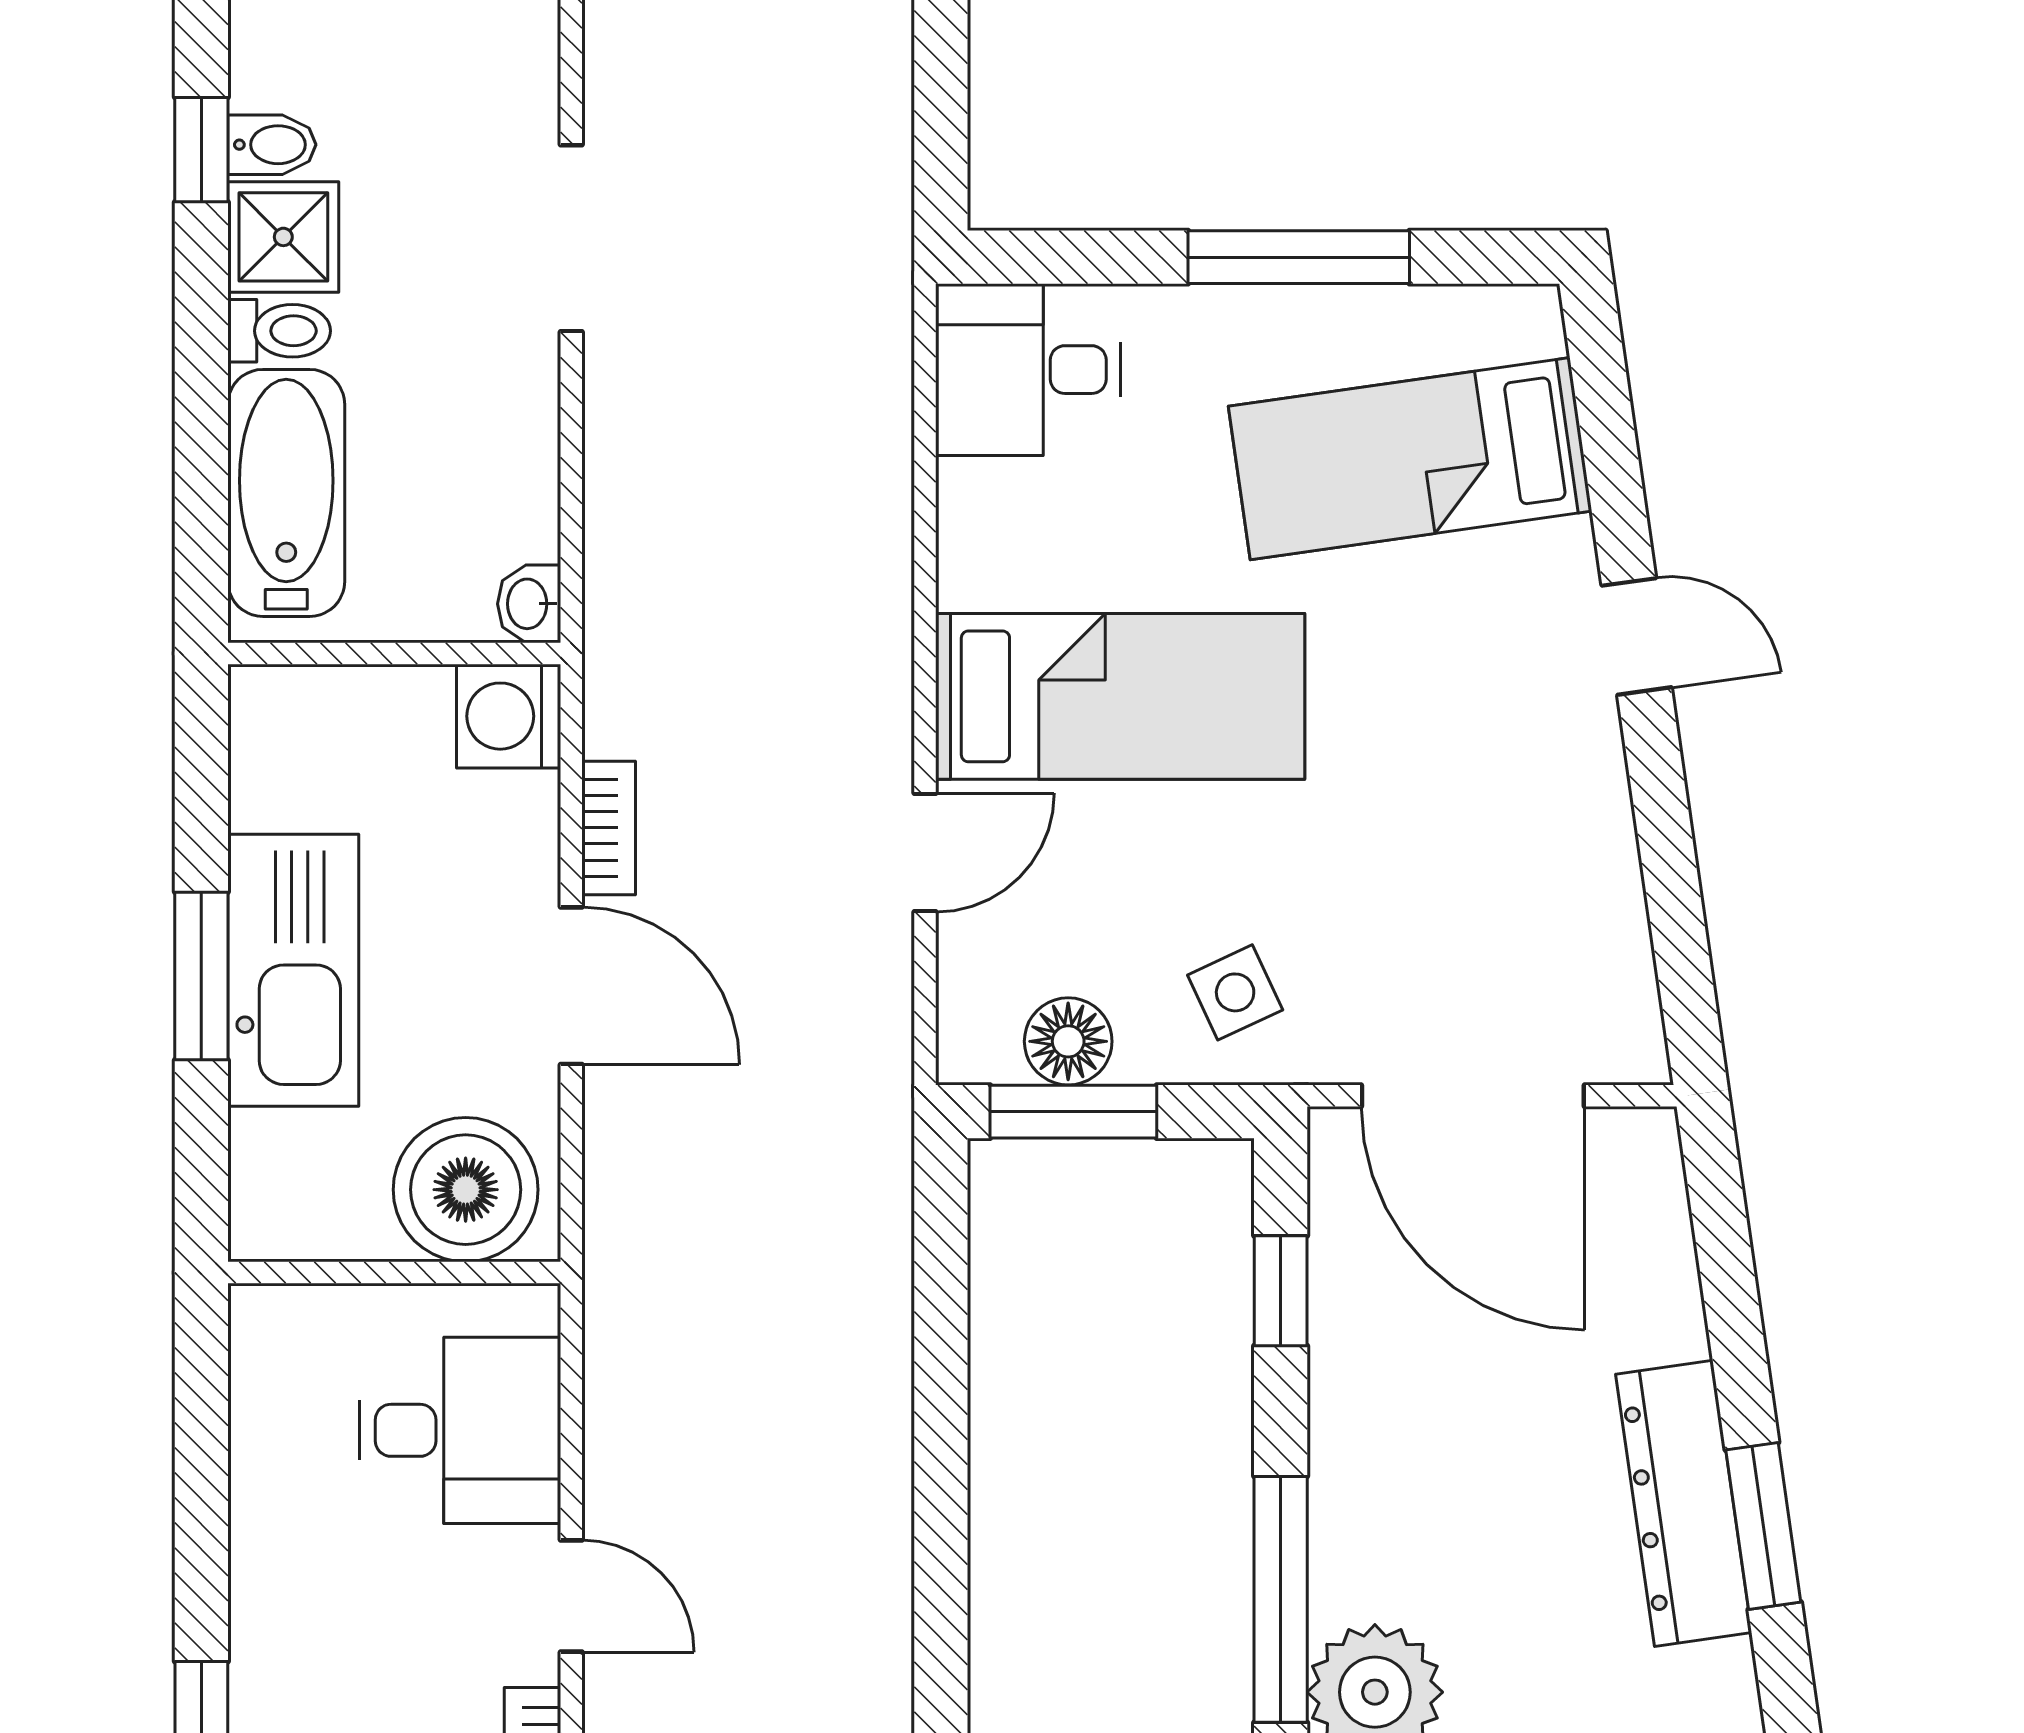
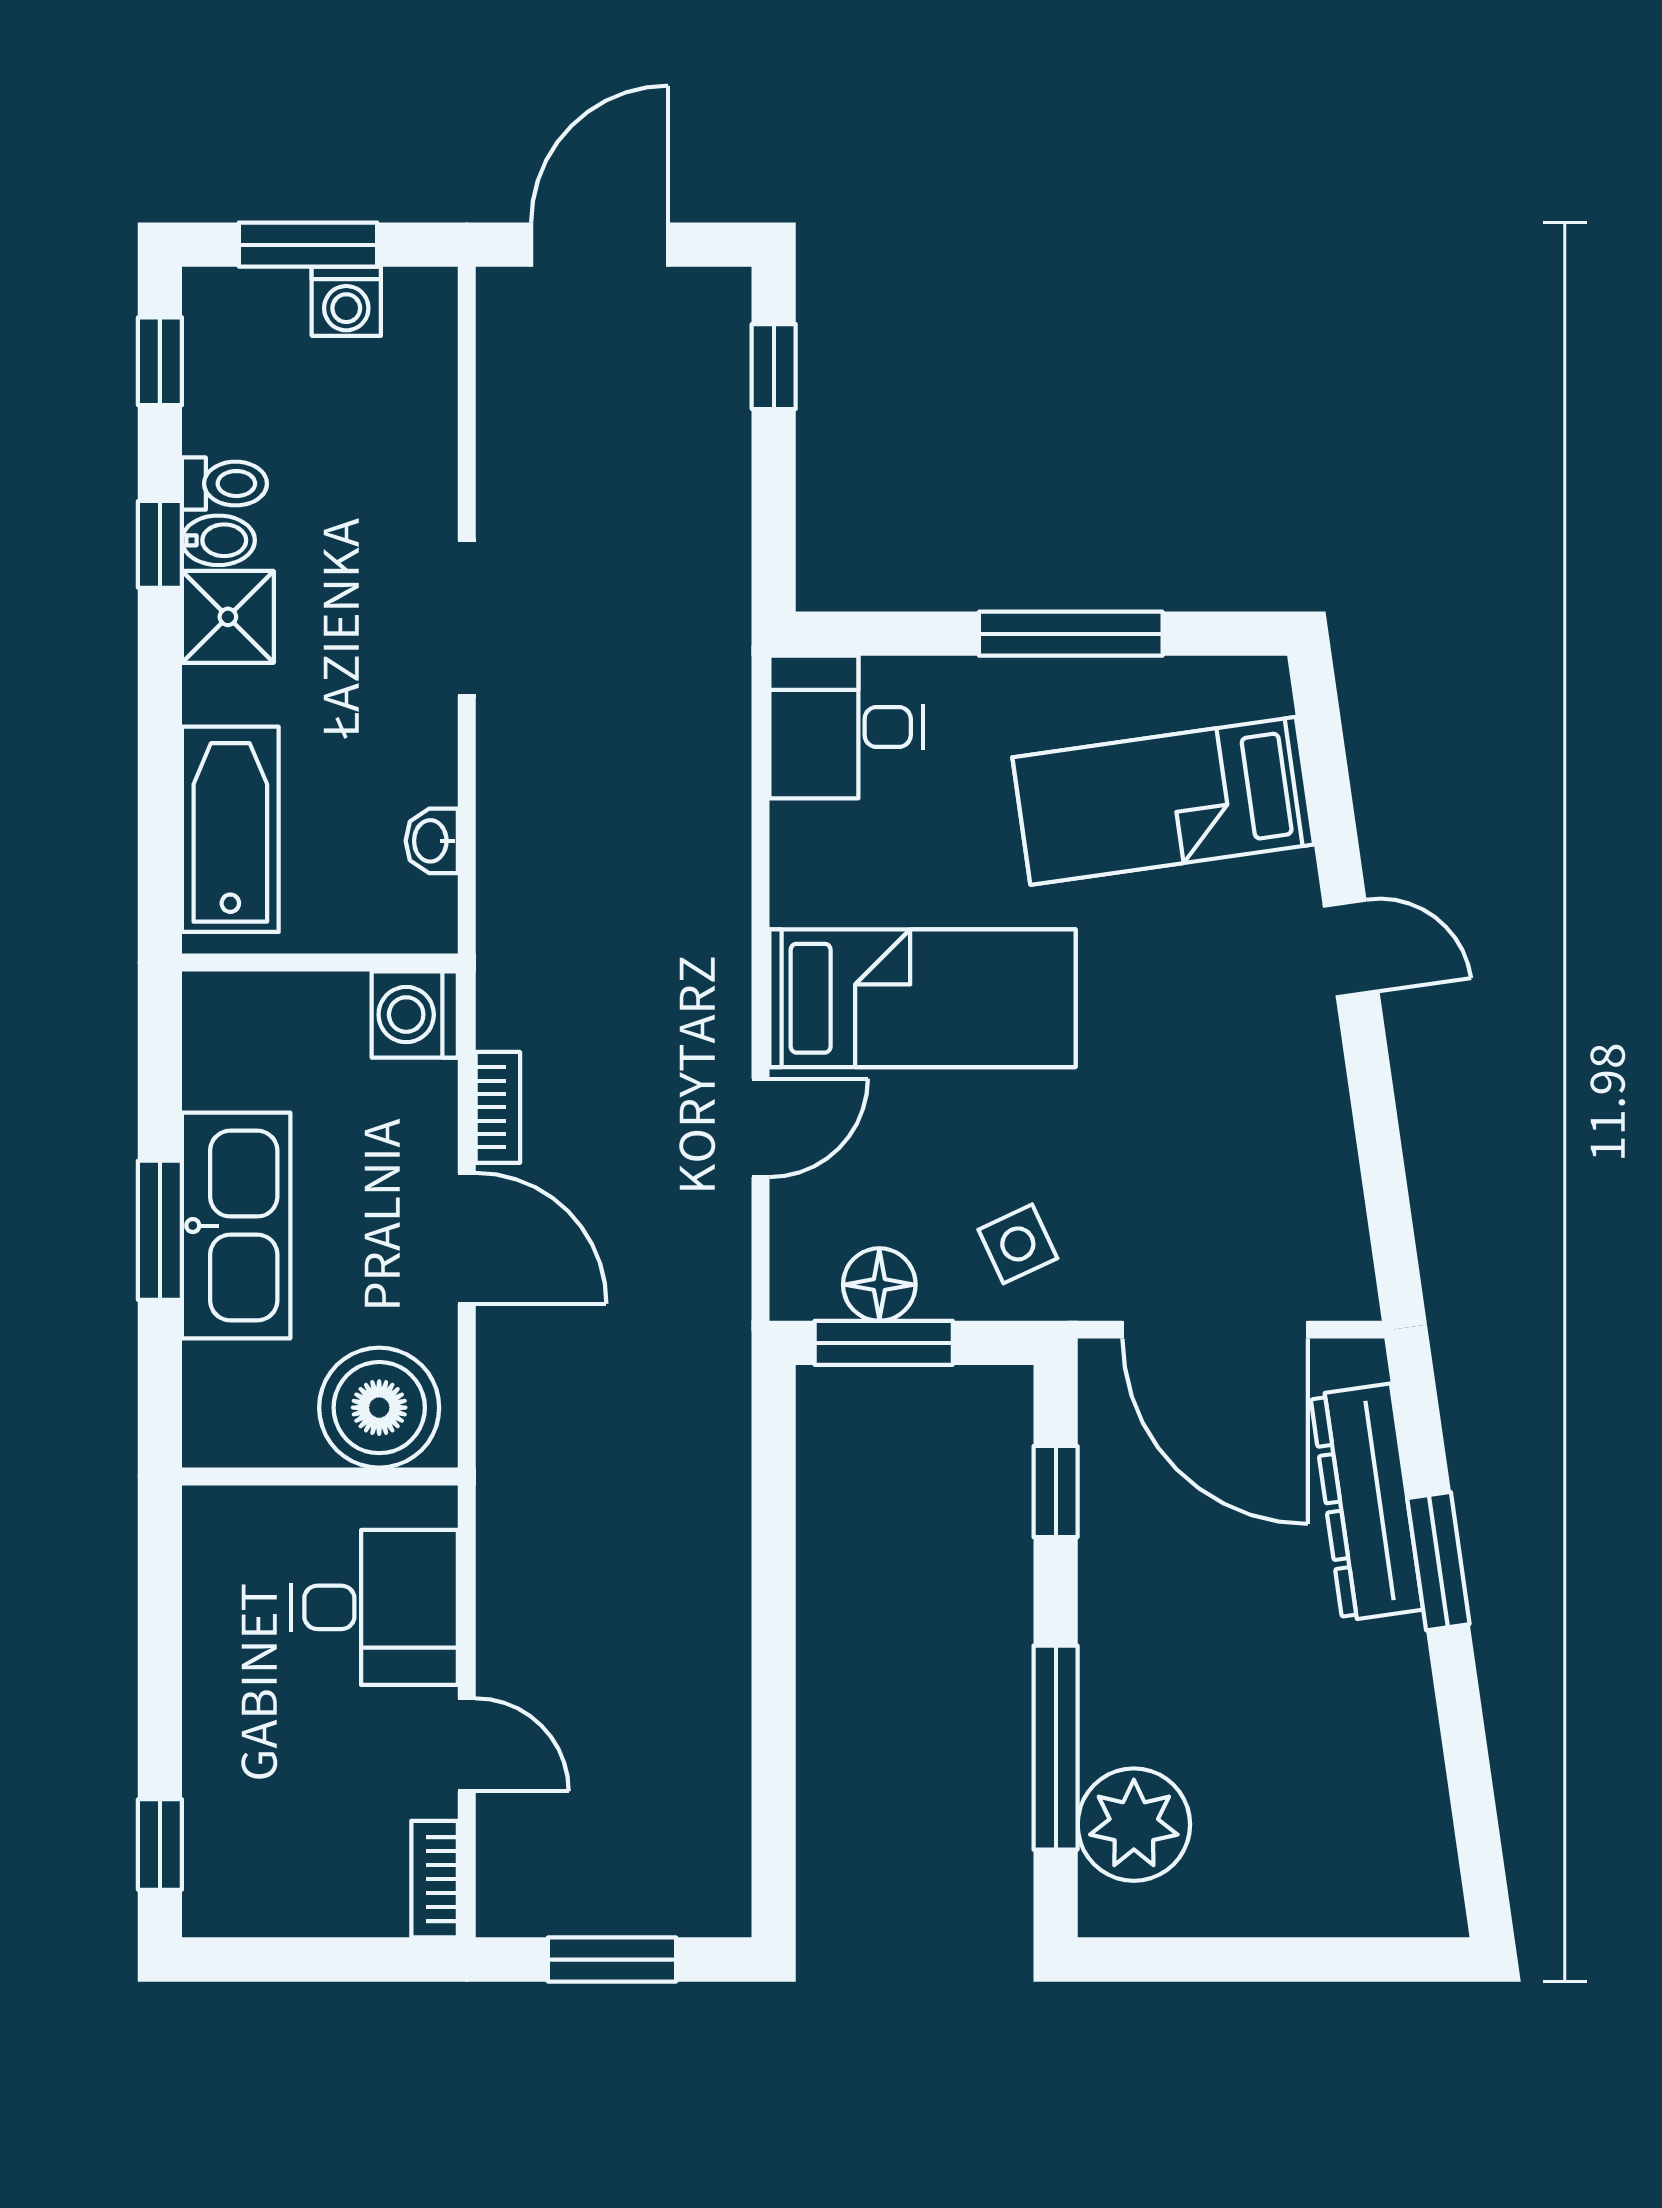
toilet: (279, 331) -> (224, 484), moved
washbasin: (529, 604) -> (432, 841), moved
dresser: (1684, 1503) -> (1367, 1502), moved
window: (1763, 1526) -> (1438, 1561), moved

